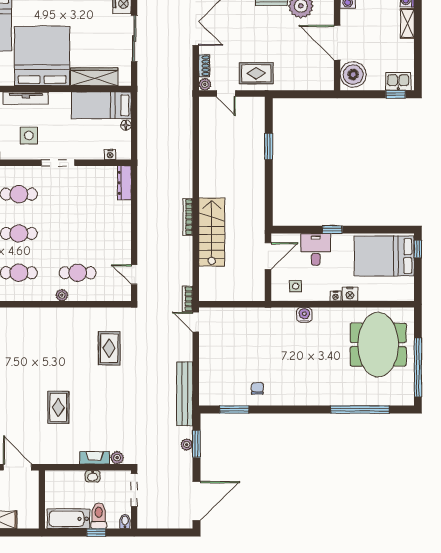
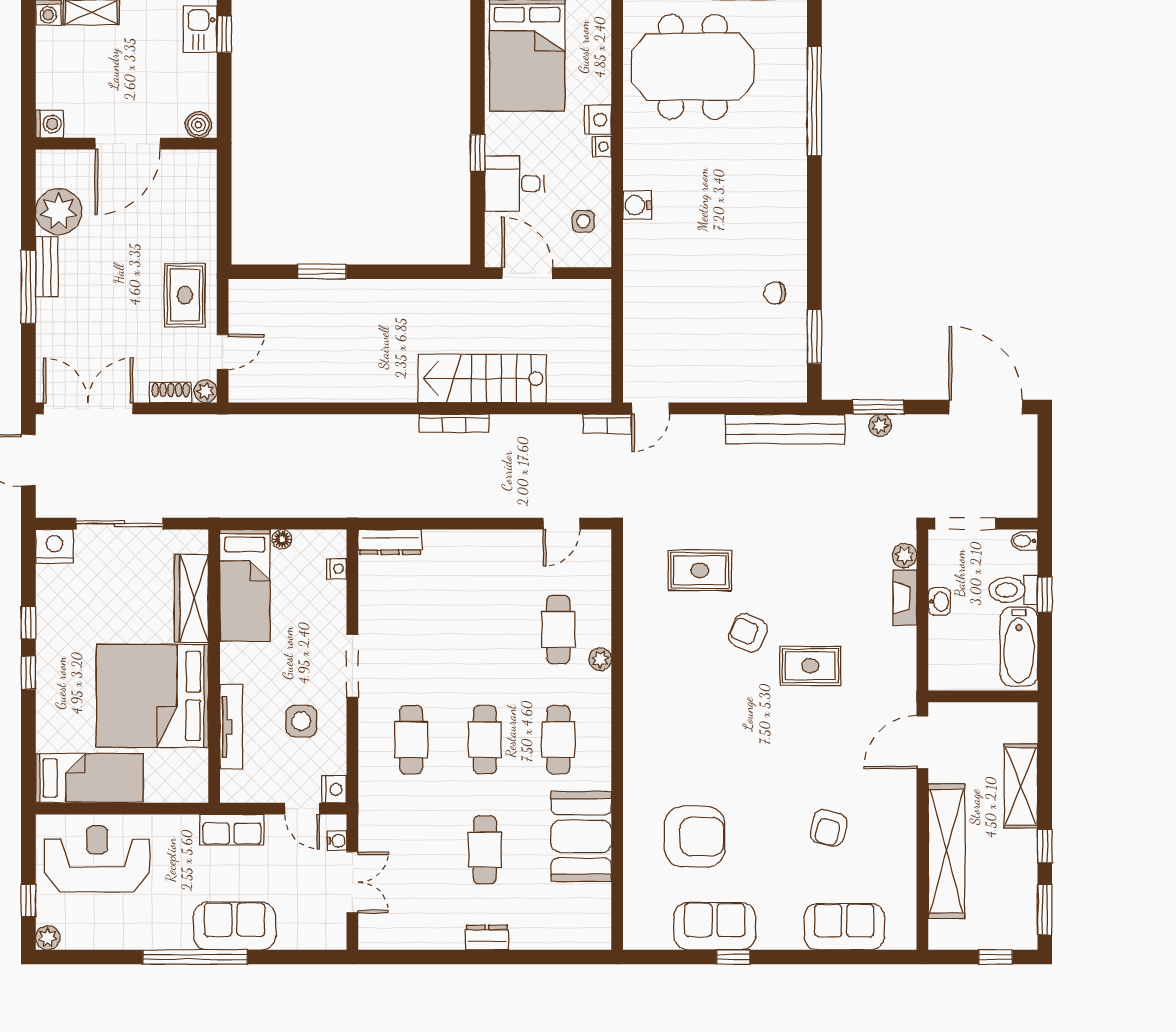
boiler: (353, 75) -> (198, 125), width x0.54, depth x0.54
armchair: (76, 374) -> (748, 633), added

